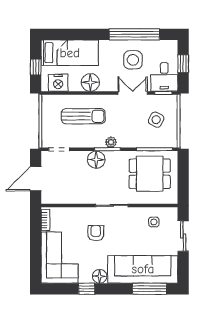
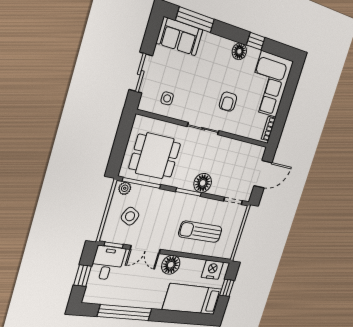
side table: (133, 60) -> (134, 285), removed
floor lamp: (90, 82) -> (171, 265), moved
plant: (111, 142) -> (125, 188), moved
sofa: (143, 269) -> (180, 36), width x0.54, depth x0.79

